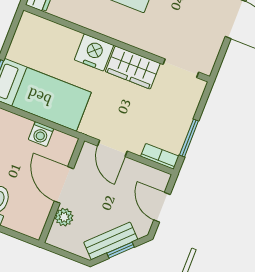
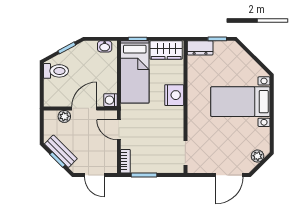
wardrobe: (133, 67) -> (166, 50), moved, turned -90
washing machine: (41, 134) -> (111, 100), moved
door: (112, 148) -> (119, 130), hinge flipped
door: (162, 207) -> (94, 175), swing flipped

